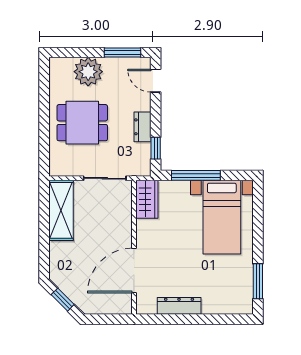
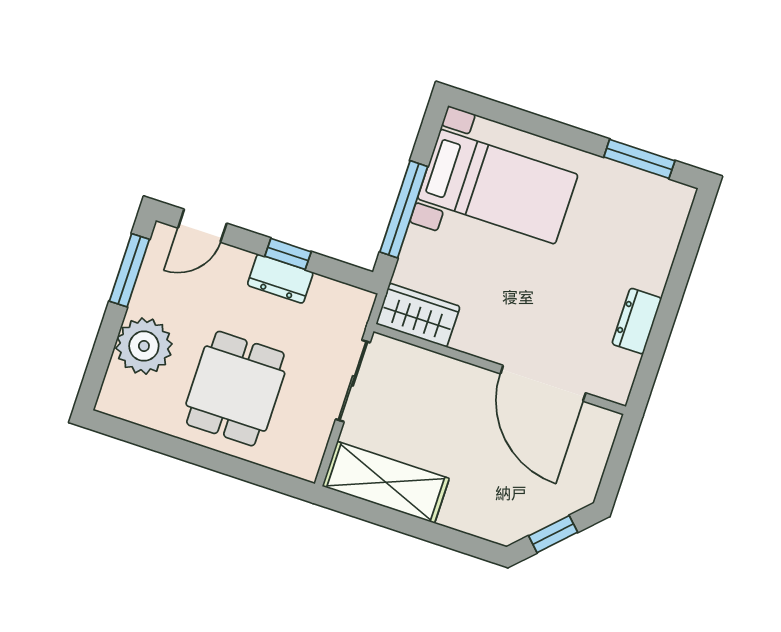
window: (156, 148) -> (288, 254), moved
dresser: (179, 306) -> (637, 321), width x0.70

